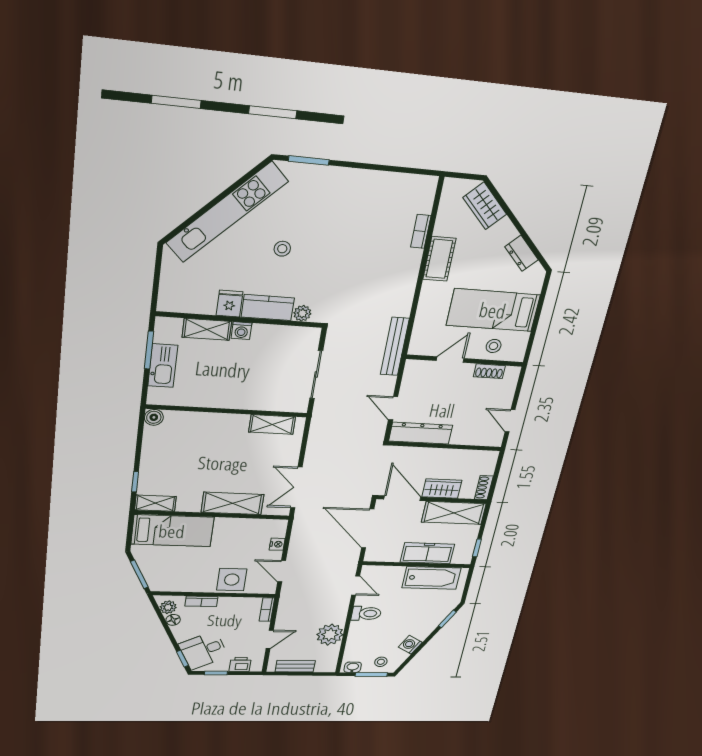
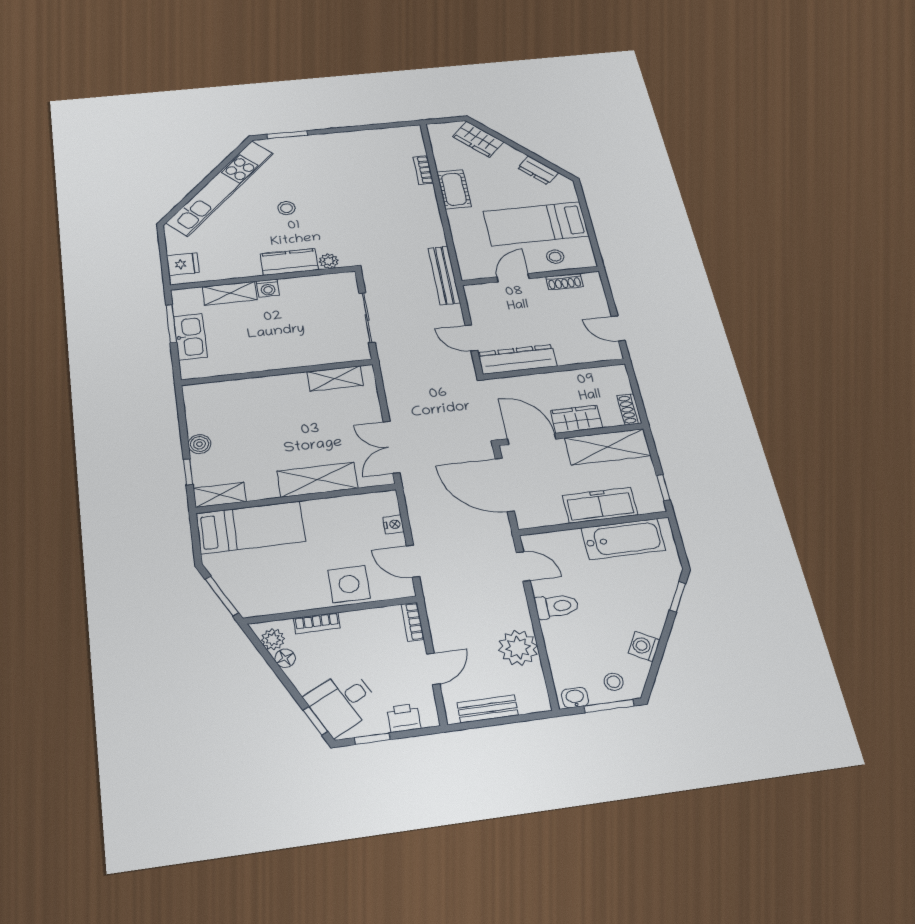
fridge: (229, 304) -> (183, 264), moved, turned 90
boiler: (154, 417) -> (199, 444), moved

